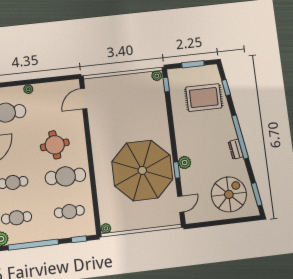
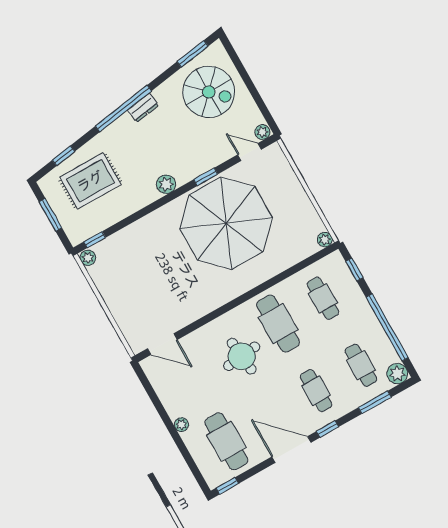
rug: (204, 98) -> (90, 181), turned 90
plant: (185, 163) -> (166, 184), moved
spiral stairs: (229, 194) -> (209, 92), turned 180
plant: (190, 218) -> (262, 132), added

